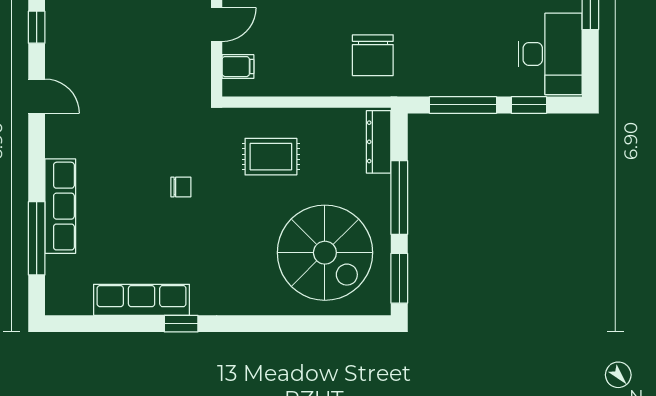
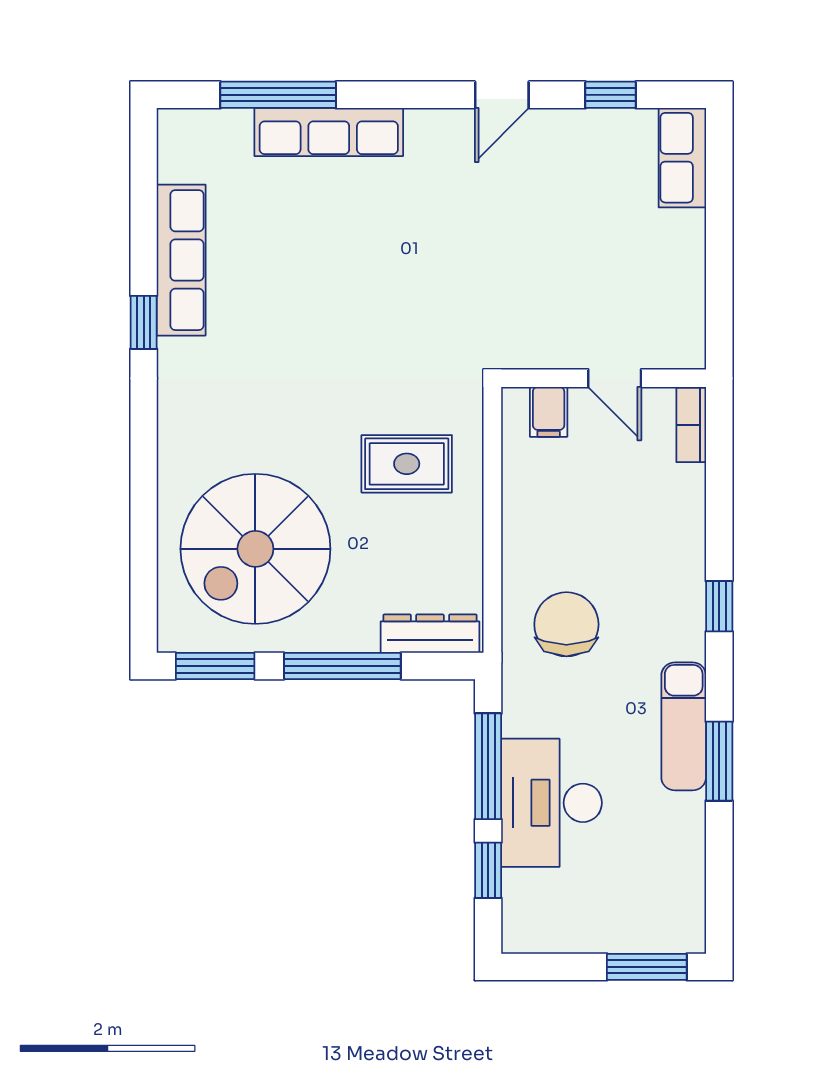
desk: (550, 54) -> (552, 803), moved, turned 90
chair: (373, 55) -> (566, 624), turned 90
rug: (271, 157) -> (407, 464), turned 90
chair: (181, 187) -> (359, 322), removed

